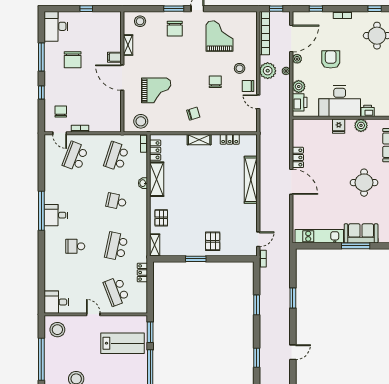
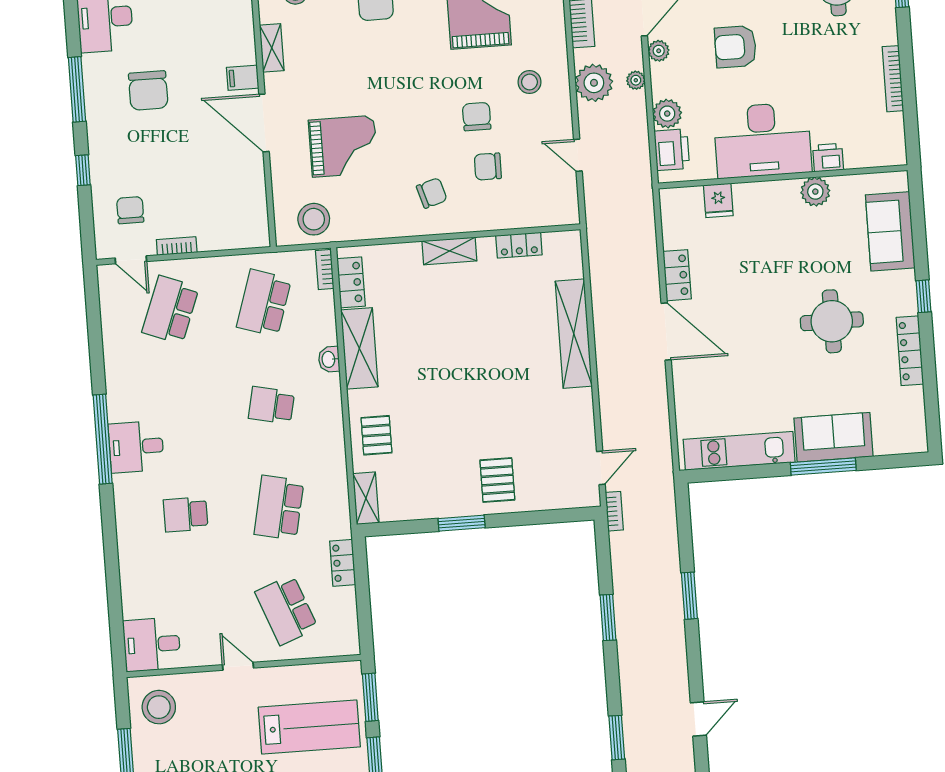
armchair: (331, 59) -> (735, 47), turned -90
chair: (248, 86) -> (488, 167), moved
fridge: (339, 126) -> (718, 200), moved

